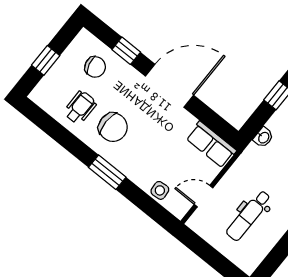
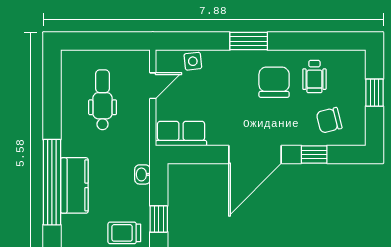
chair: (113, 127) -> (274, 82), turned 90

